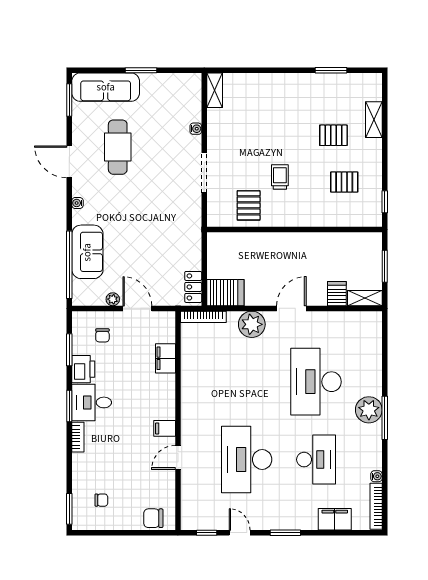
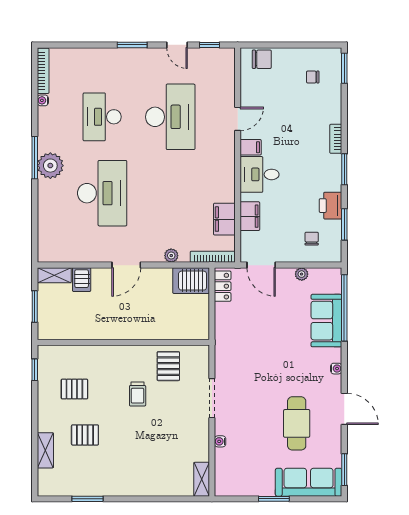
door: (137, 308) -> (261, 265), moved
plant: (252, 324) -> (171, 256), width x0.53, depth x0.53
desk: (92, 402) -> (260, 174), moved, turned 180
filing cabinet: (335, 519) -> (224, 219), moved, turned 90

